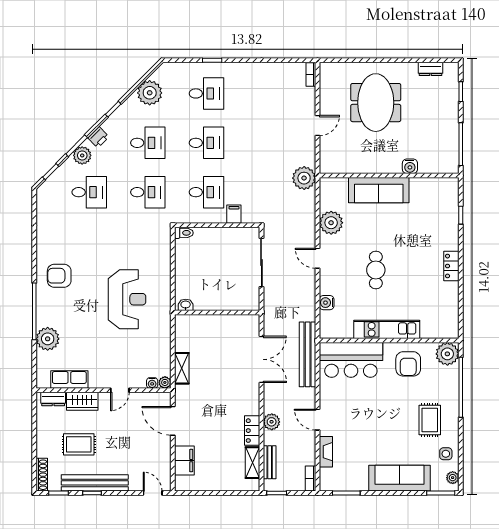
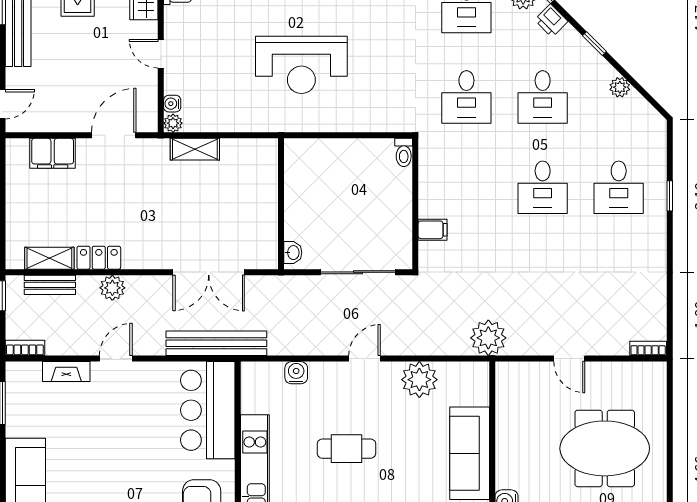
plant: (150, 93) -> (620, 87), width x0.53, depth x0.53
desk: (206, 192) -> (466, 187), removed
washbasin: (186, 305) -> (293, 253), moved

